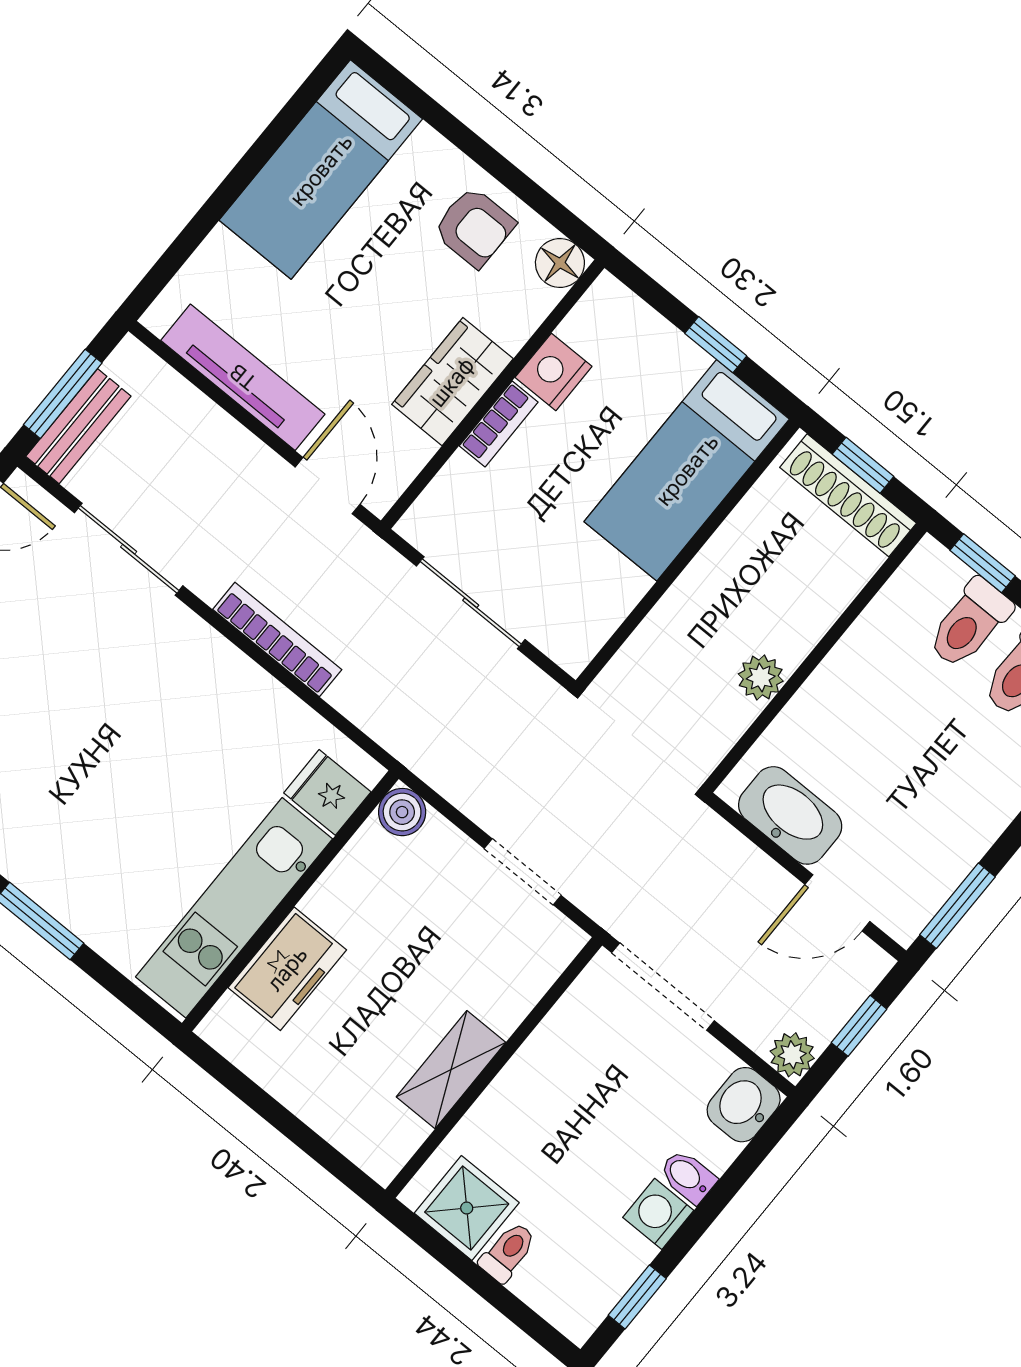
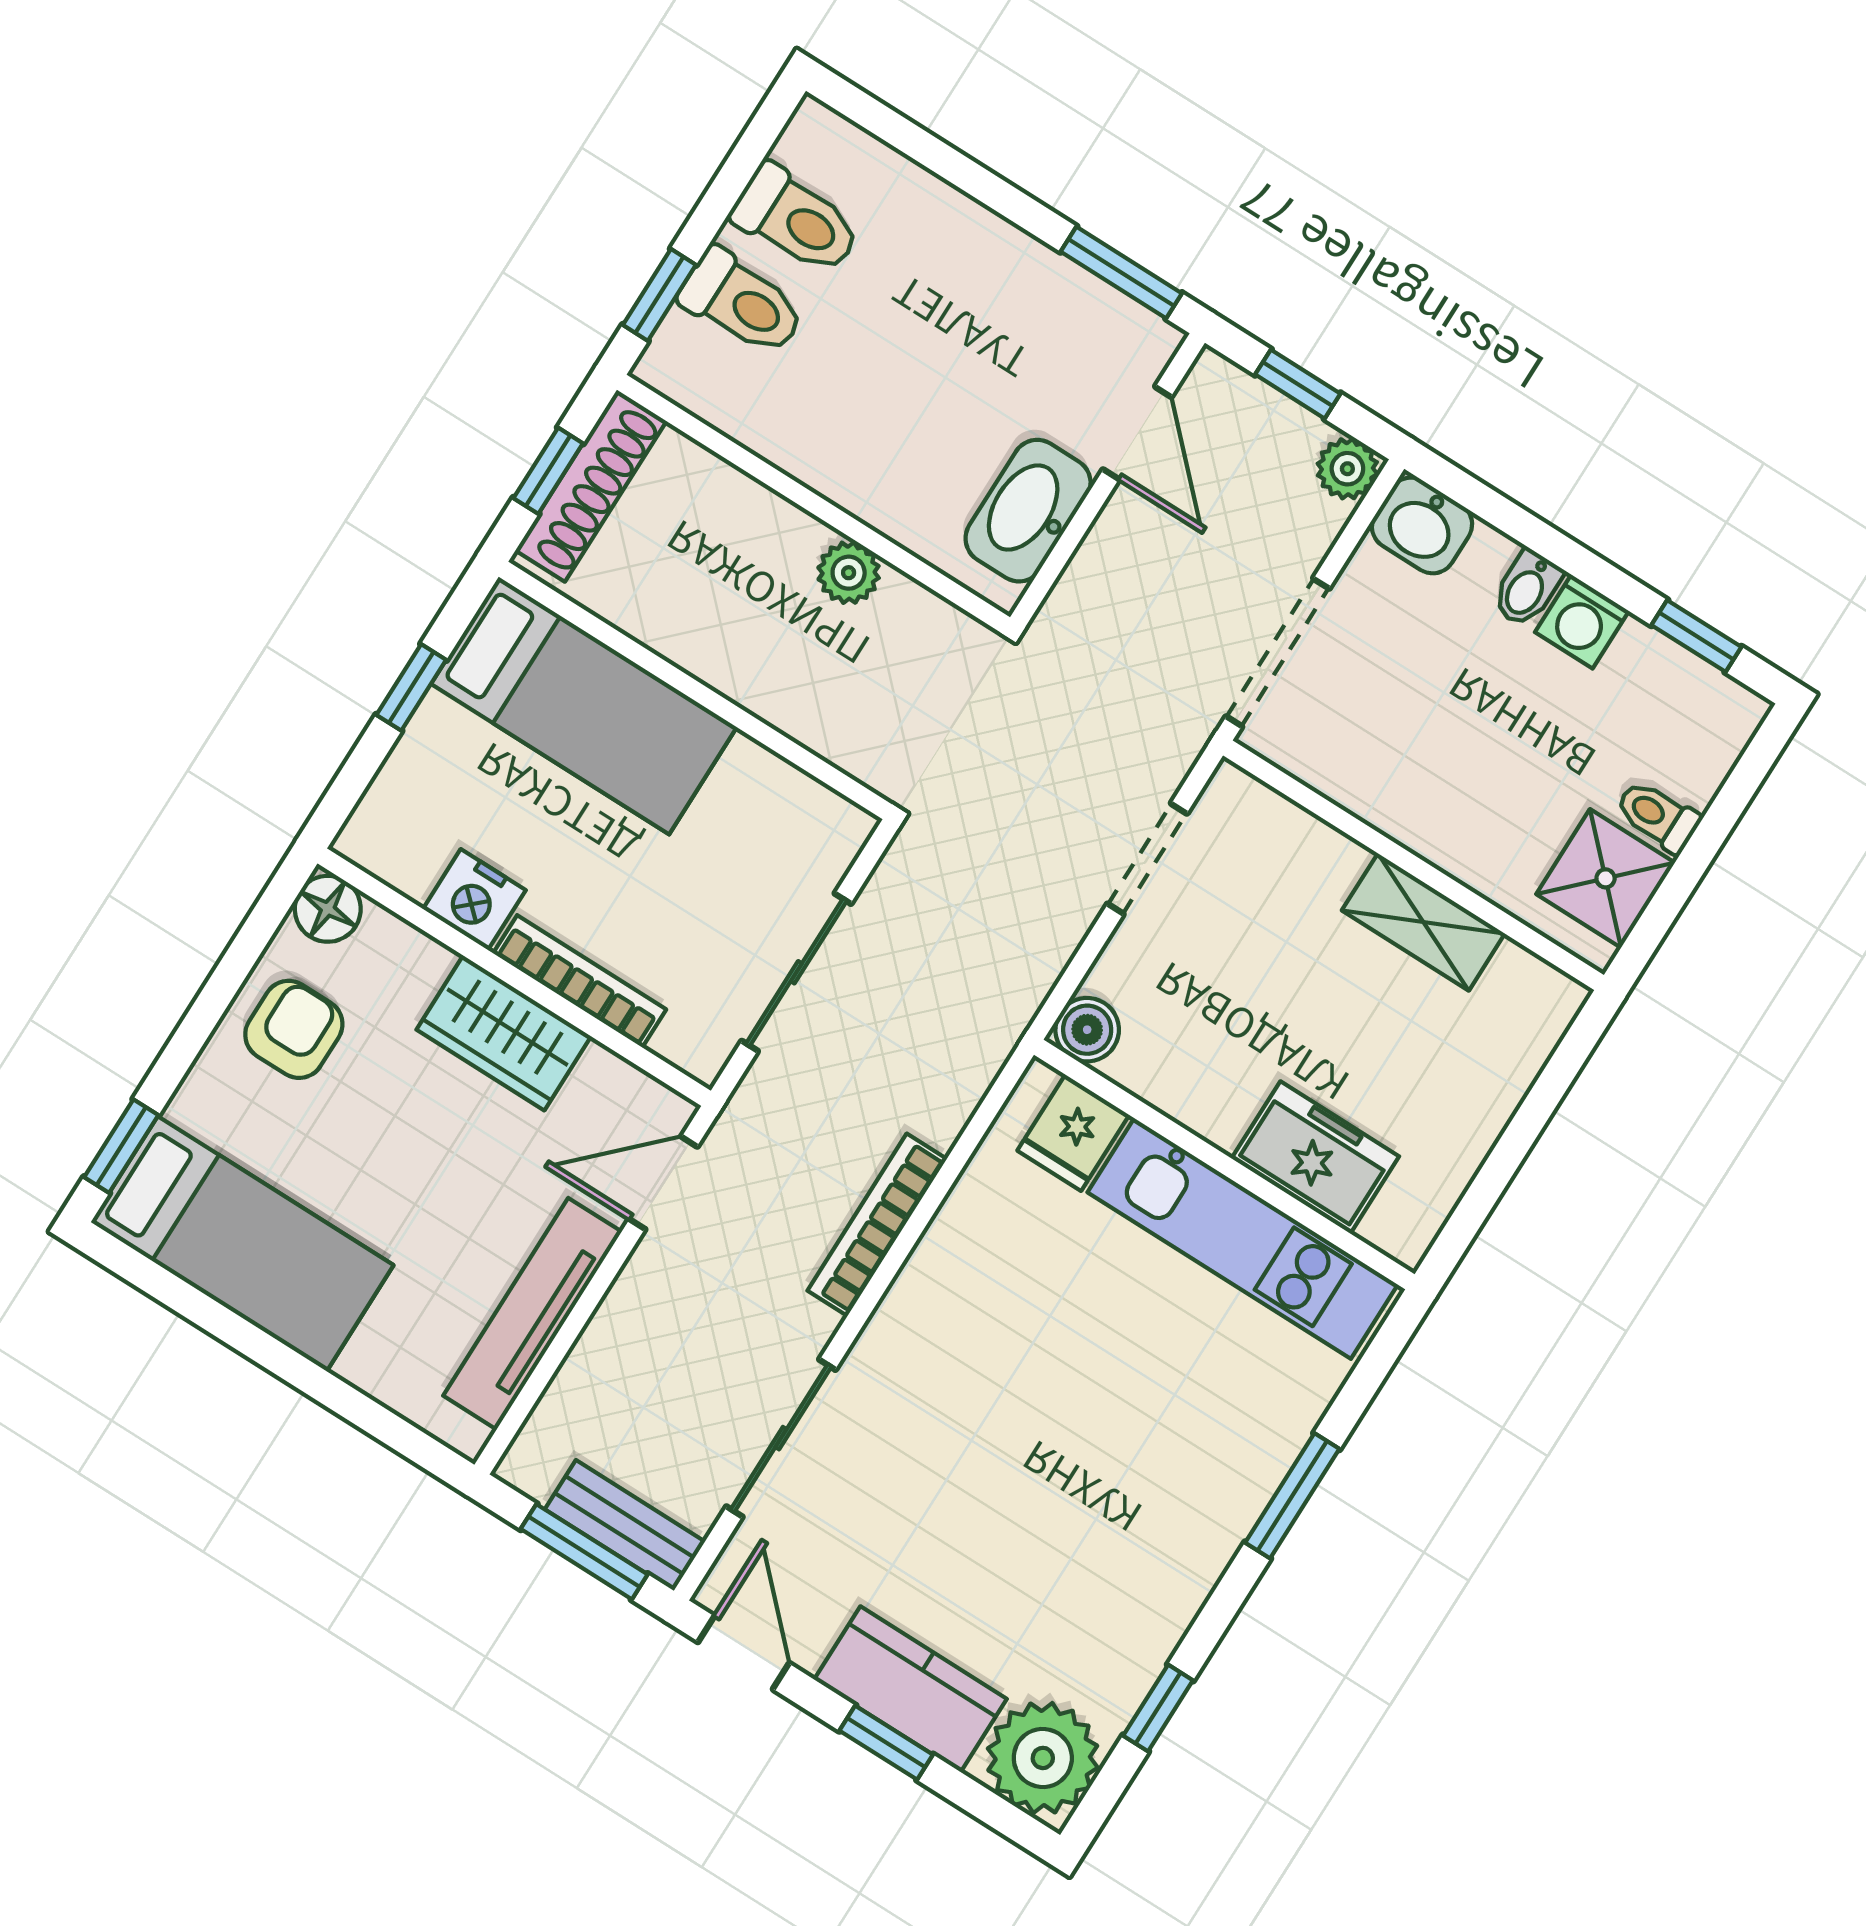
window: (404, 89) -> (121, 1146), added
bookcase: (499, 424) -> (580, 981), width x1.56

